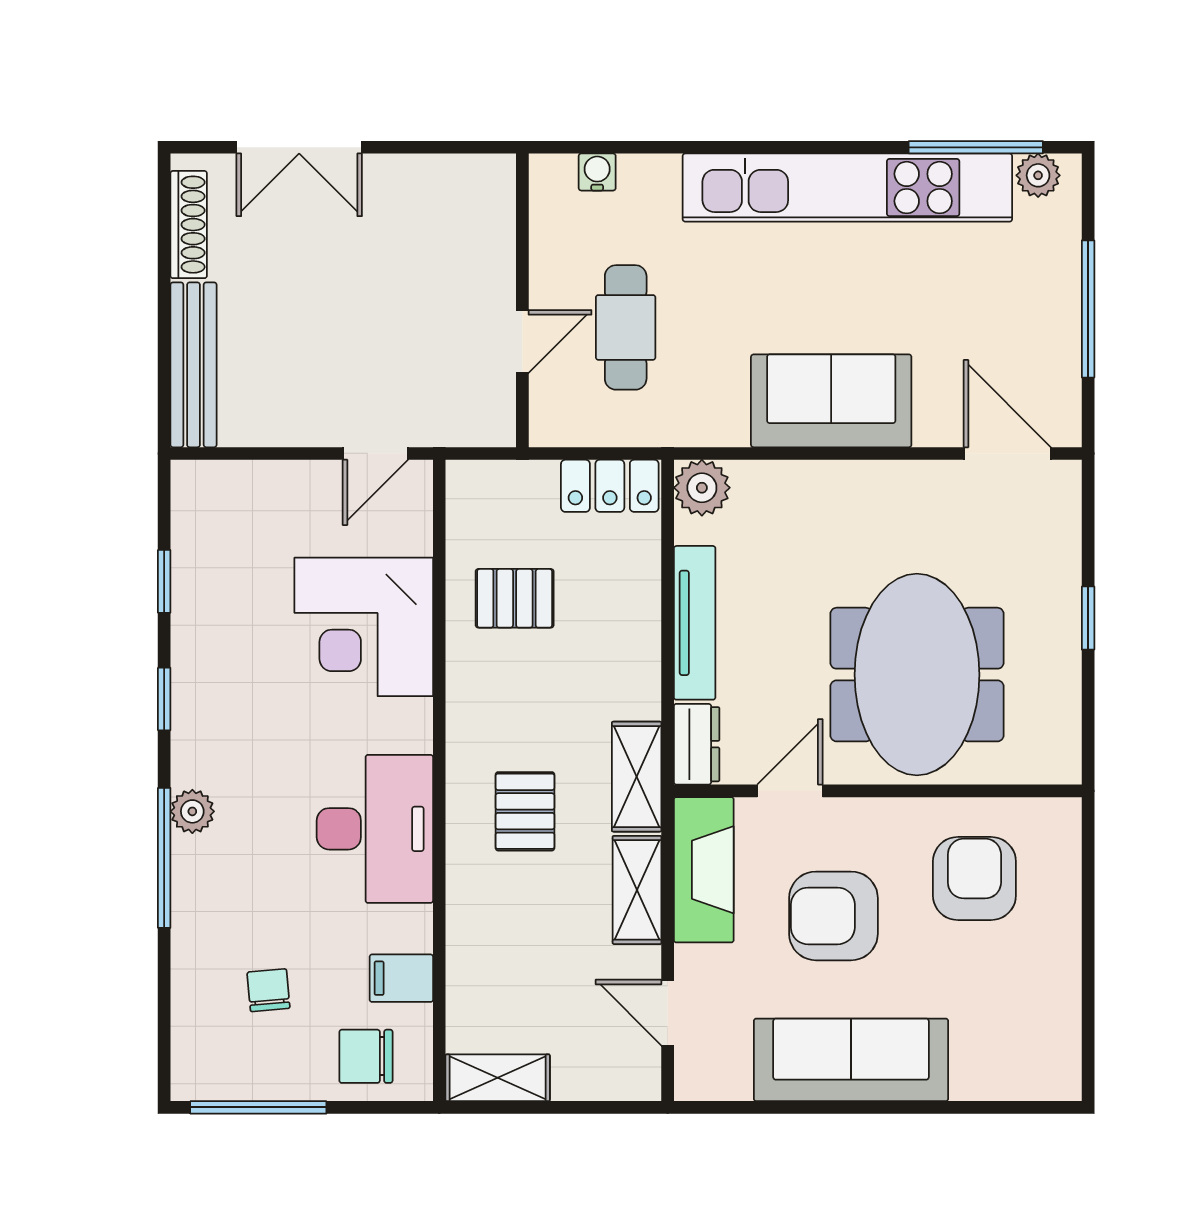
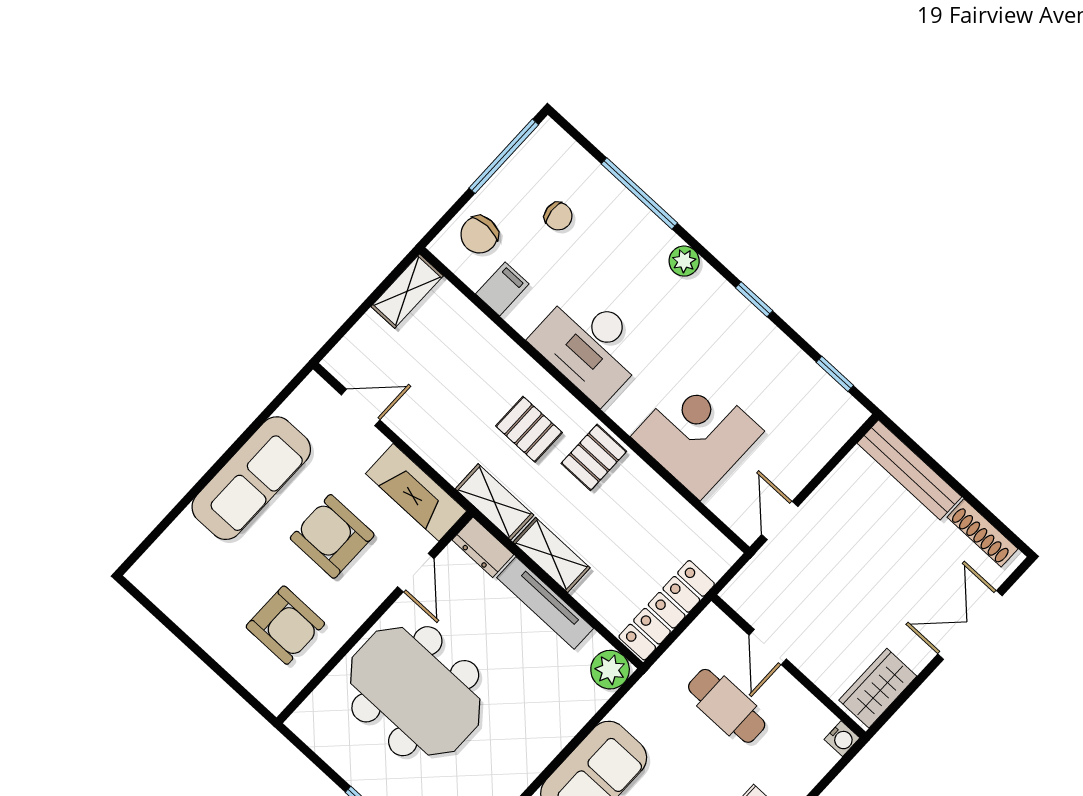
water cooler: (597, 172) -> (842, 739), moved
wardrobe: (458, 183) -> (878, 688), added
locker: (610, 486) -> (667, 610), width x1.53
window: (164, 581) -> (835, 374), moved
pallet: (515, 598) -> (594, 457), moved
window: (164, 858) -> (639, 193), moved
shelving: (637, 890) -> (552, 555), moved
armchair: (833, 916) -> (332, 536), turned -90
chair: (366, 1056) -> (479, 235), turned 180

